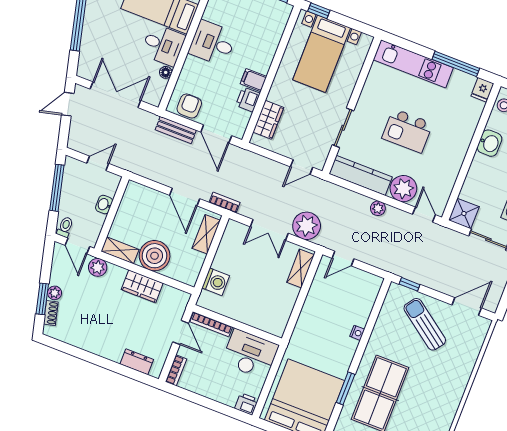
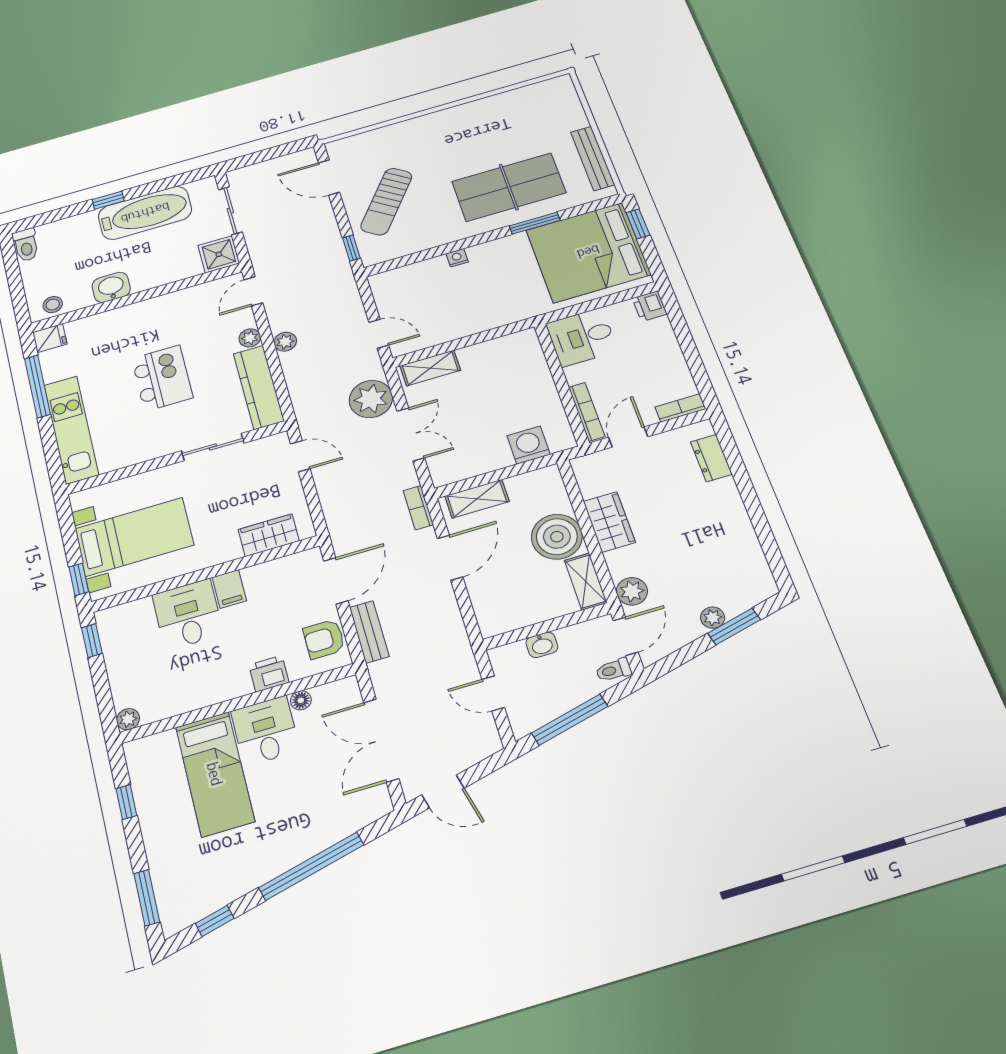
desk: (213, 43) -> (188, 614), moved, turned 180
printer: (248, 99) -> (269, 674), moved, turned 180
plant: (403, 189) -> (250, 338), width x0.53, depth x0.53
shoe rack: (51, 313) -> (743, 602), removed
desk: (250, 354) -> (582, 337), width x0.73

